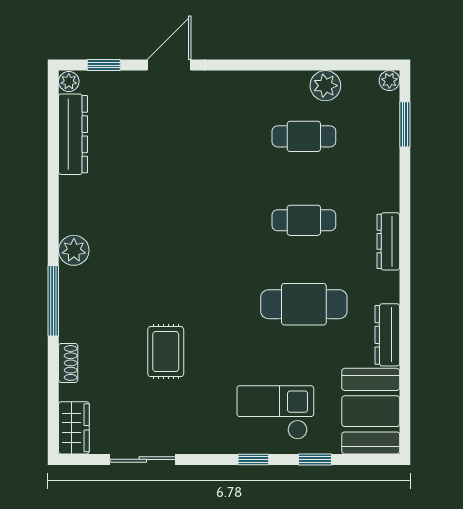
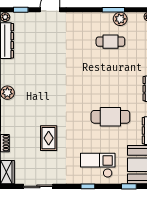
window: (310, 65) -> (113, 10), added
cafe table: (304, 220) -> (110, 79), removed
window: (315, 459) -> (129, 186), moved

